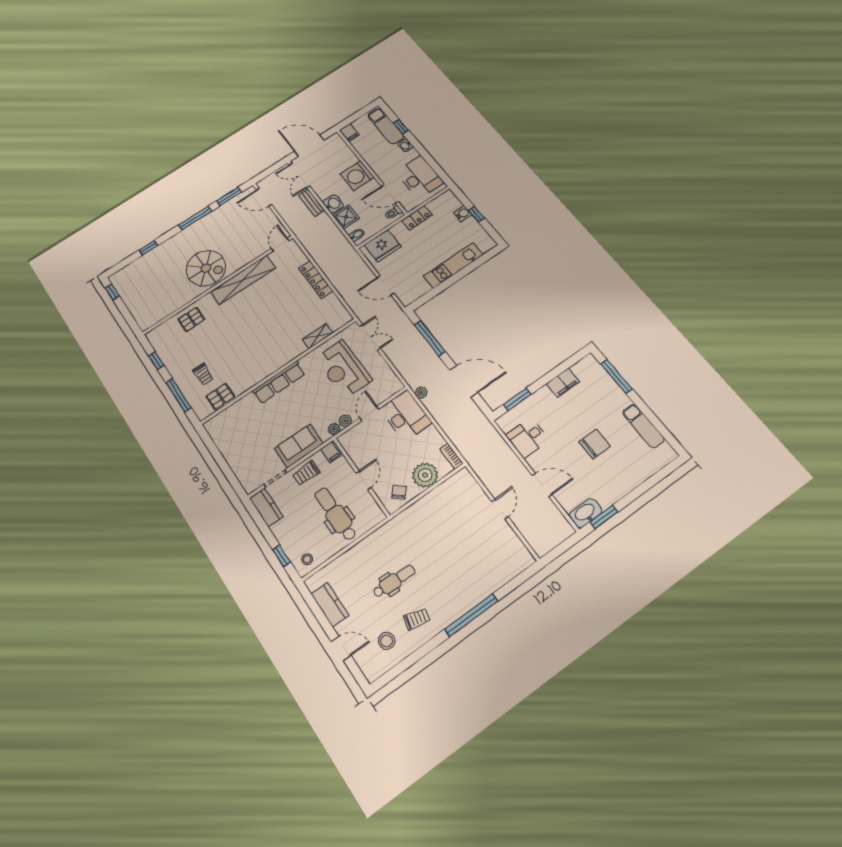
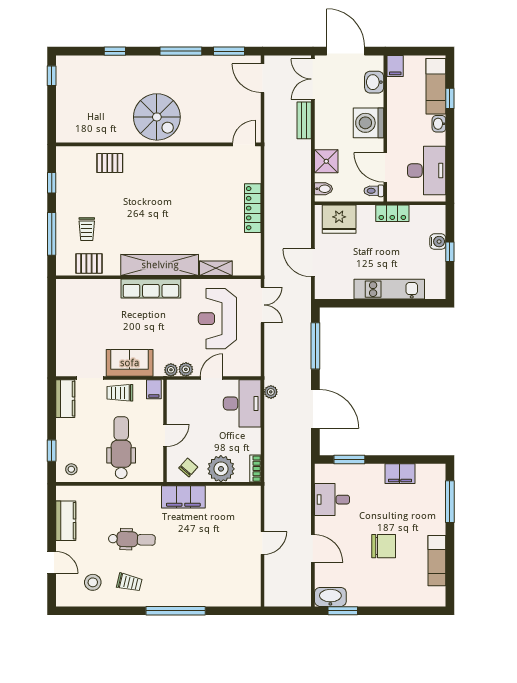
washbasin: (333, 204) -> (374, 82), moved, turned 180
shelving: (243, 280) -> (160, 265), moved
filing cabinet: (411, 518) -> (183, 497), added

